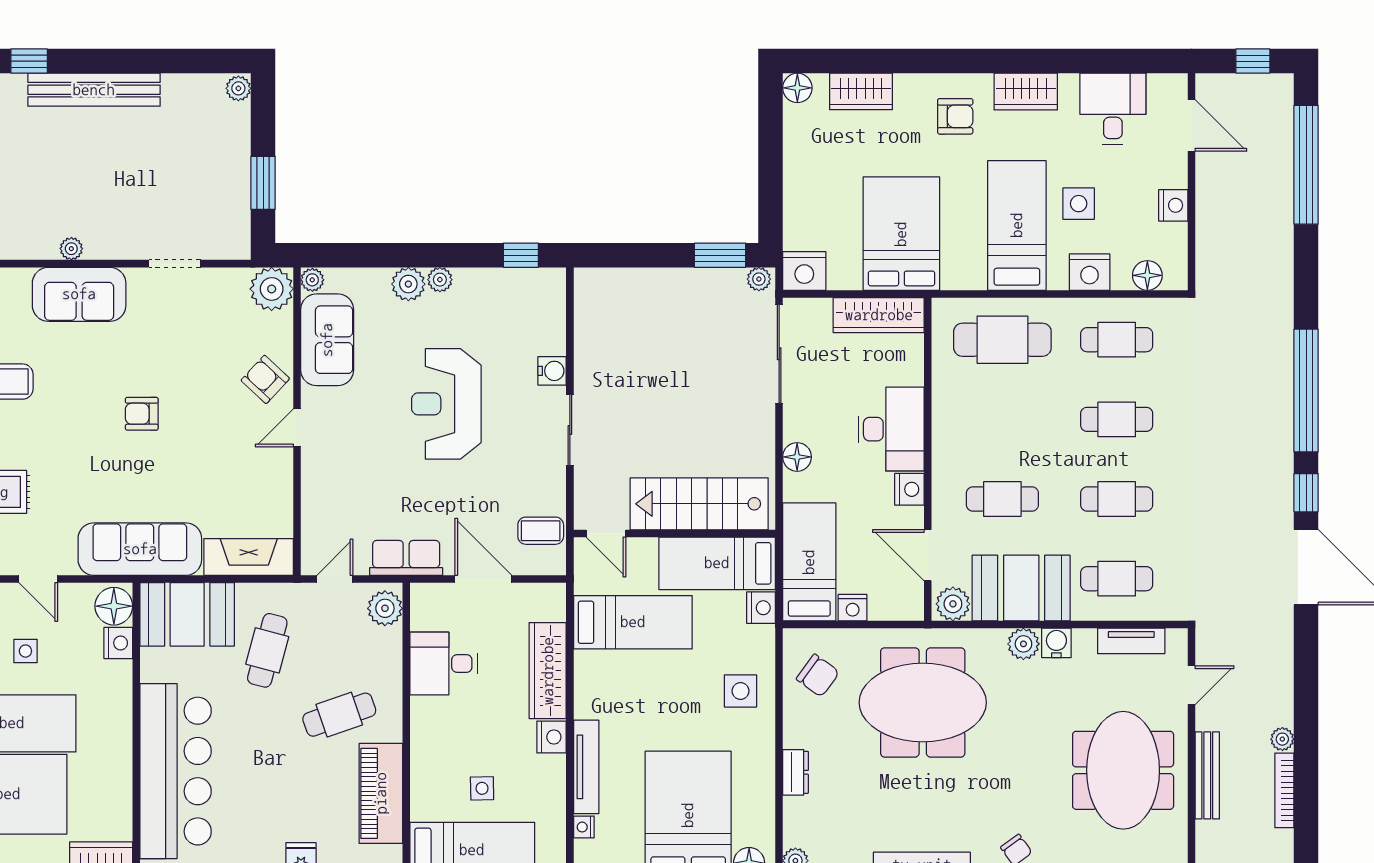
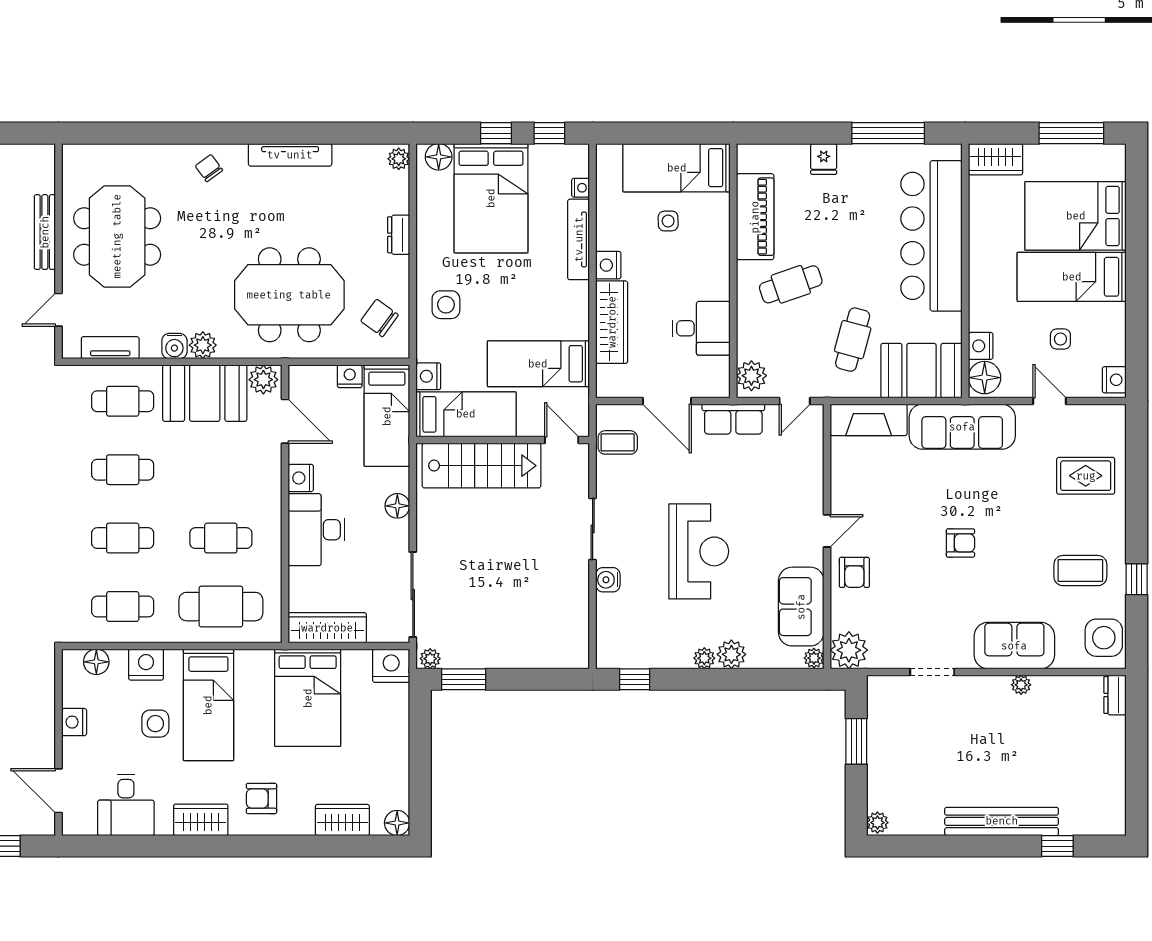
armchair: (265, 379) -> (854, 572), turned 47
cafe table: (1002, 499) -> (221, 538), moved

